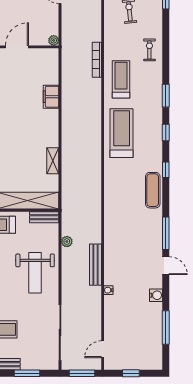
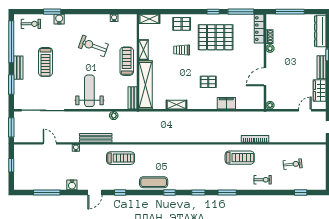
door: (17, 47) -> (265, 77), swing flipped
pallet: (24, 120) -> (208, 82), added
treadmill: (122, 133) -> (121, 158), moved, width x0.73, depth x0.73
window: (166, 233) -> (120, 192), width x0.46
weight bench: (35, 273) -> (89, 91), turned 90
door: (103, 349) -> (50, 143), moved

